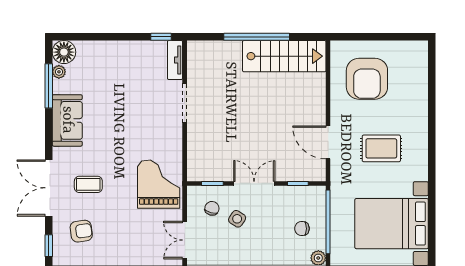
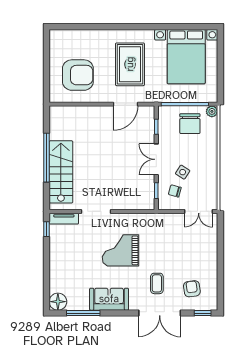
stairs: (284, 56) -> (61, 172), moved
plant: (59, 72) -> (73, 305), removed
rug: (381, 148) -> (130, 64), width x1.36, depth x1.43
grand piano: (159, 184) -> (120, 250), moved
chair: (302, 229) -> (190, 124), width x1.87, depth x1.87

